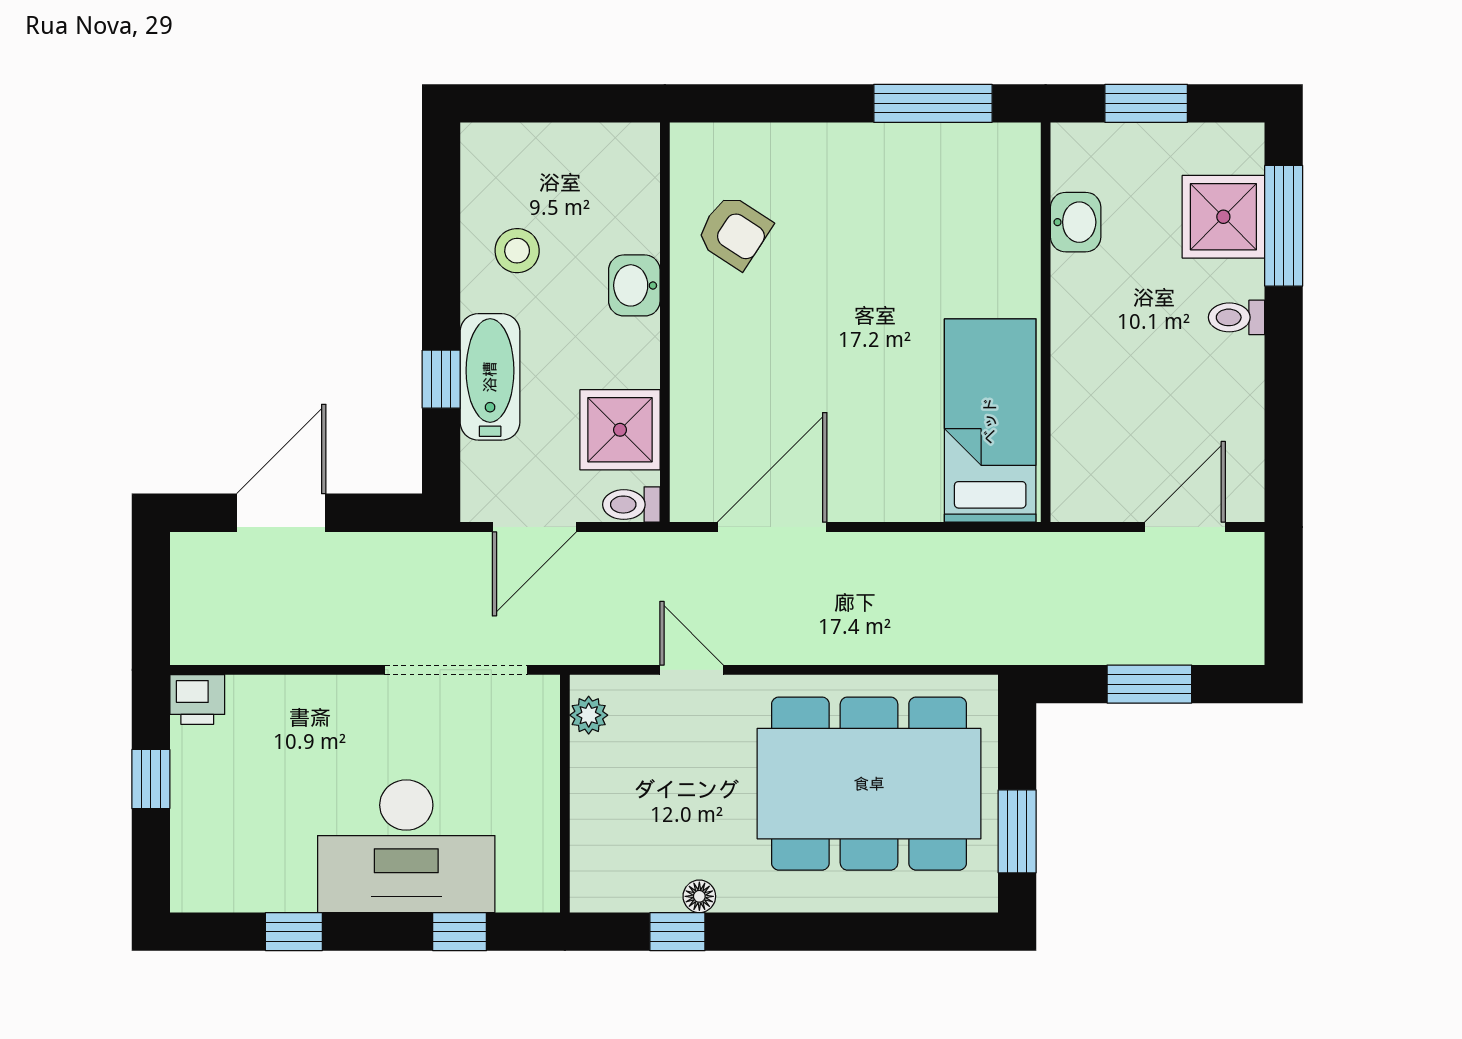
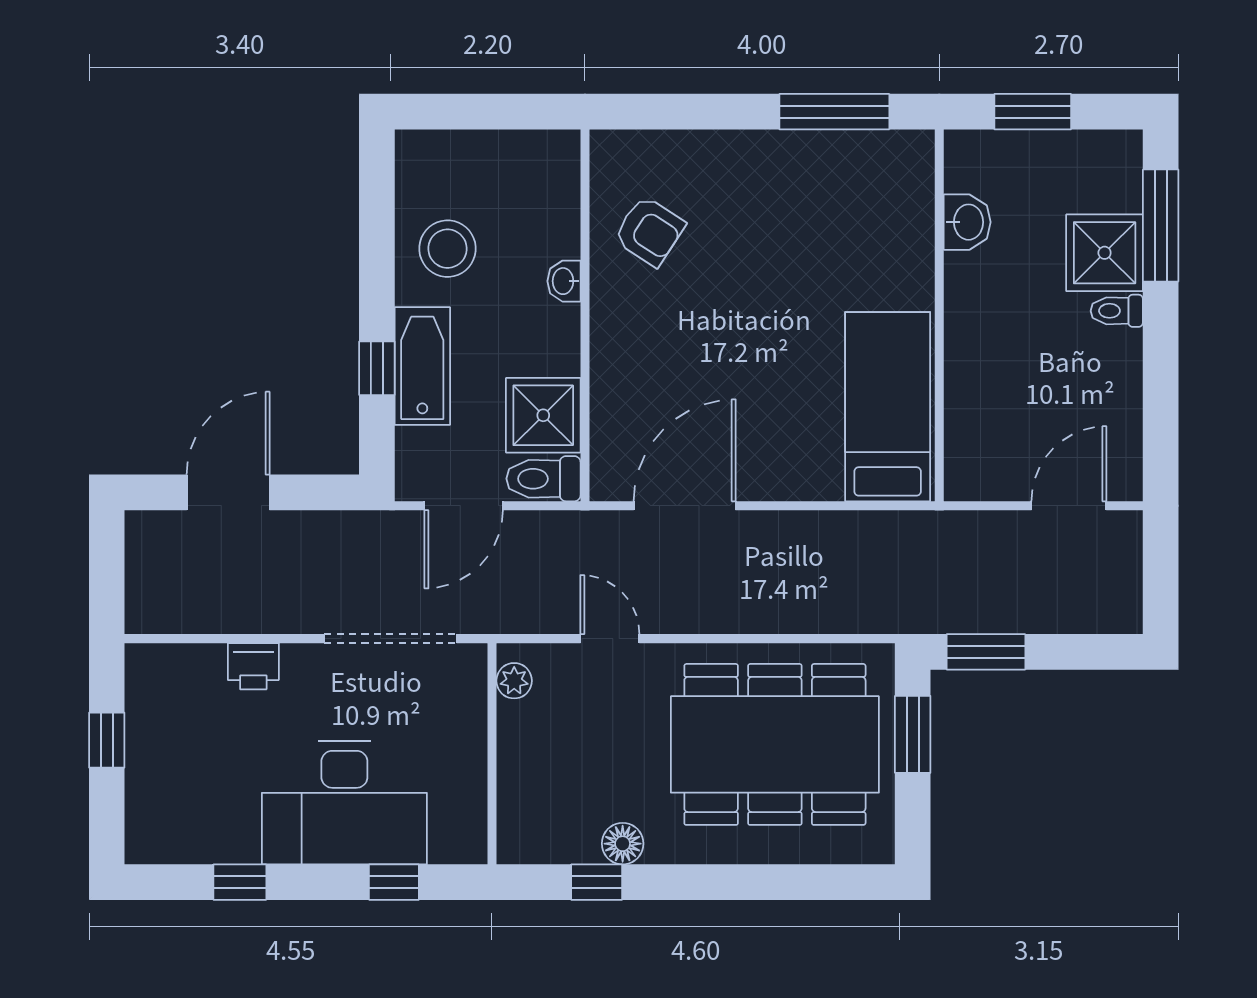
shower: (1223, 217) -> (1105, 253), moved
stool: (517, 251) -> (447, 249), width x1.38, depth x1.38
washbasin: (634, 285) -> (564, 281), width x0.72, depth x0.69
toilet: (631, 505) -> (543, 479), width x1.37, depth x1.39
window: (1149, 684) -> (986, 652), moved
printer: (197, 699) -> (253, 666), moved
window: (1017, 831) -> (913, 734), moved
floor lamp: (699, 896) -> (623, 844), width x1.37, depth x1.37

